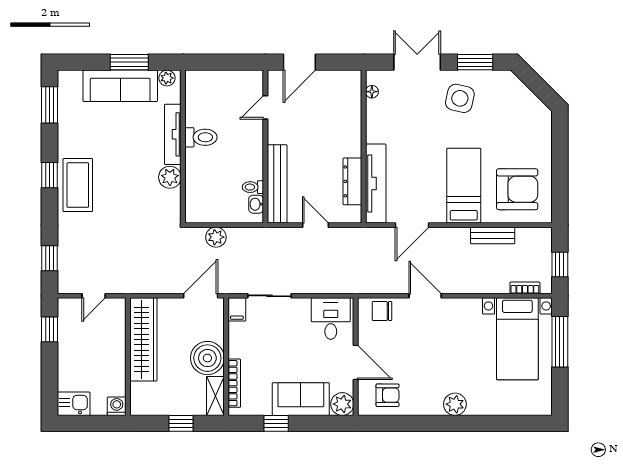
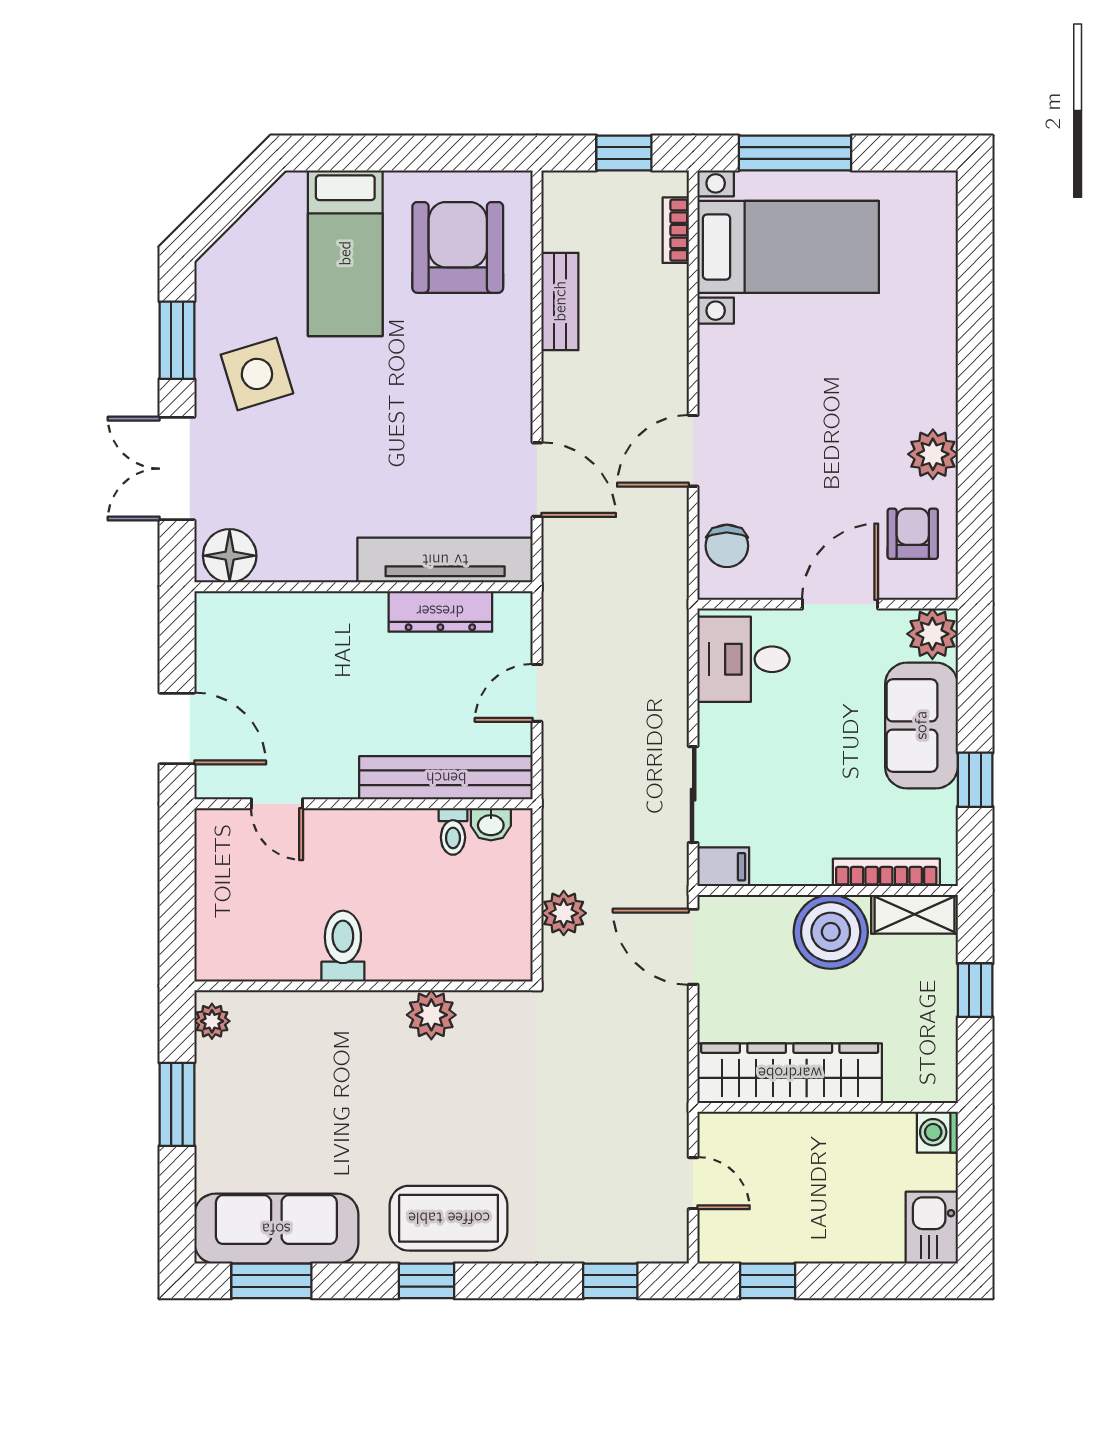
sofa: (120, 86) -> (276, 1229), moved, turned -90
floor lamp: (372, 92) -> (230, 556), width x1.89, depth x1.89
side table: (460, 98) -> (257, 374), turned -30
tv unit: (173, 134) -> (336, 1008), removed
bed: (464, 186) -> (345, 253), moved, turned -90
plant: (455, 404) -> (933, 454), moved

